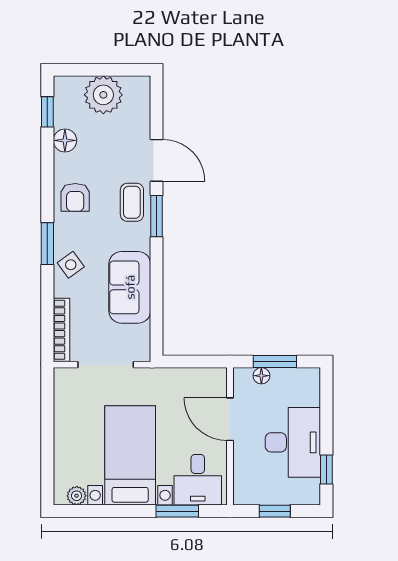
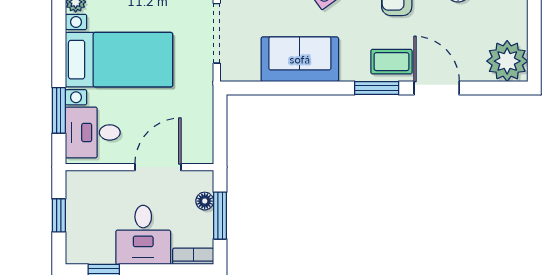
plant: (103, 95) -> (507, 61), moved
door: (156, 160) -> (437, 88), swing flipped
bookcase: (313, 387) -> (193, 256), added
desk: (293, 442) -> (143, 235), width x0.73

